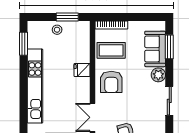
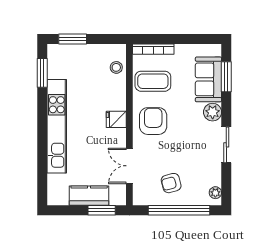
window: (67, 17) -> (73, 39), moved
stool: (57, 30) -> (116, 67), moved
fridge: (82, 70) -> (116, 119), moved
armchair: (111, 82) -> (153, 121), turned 180

